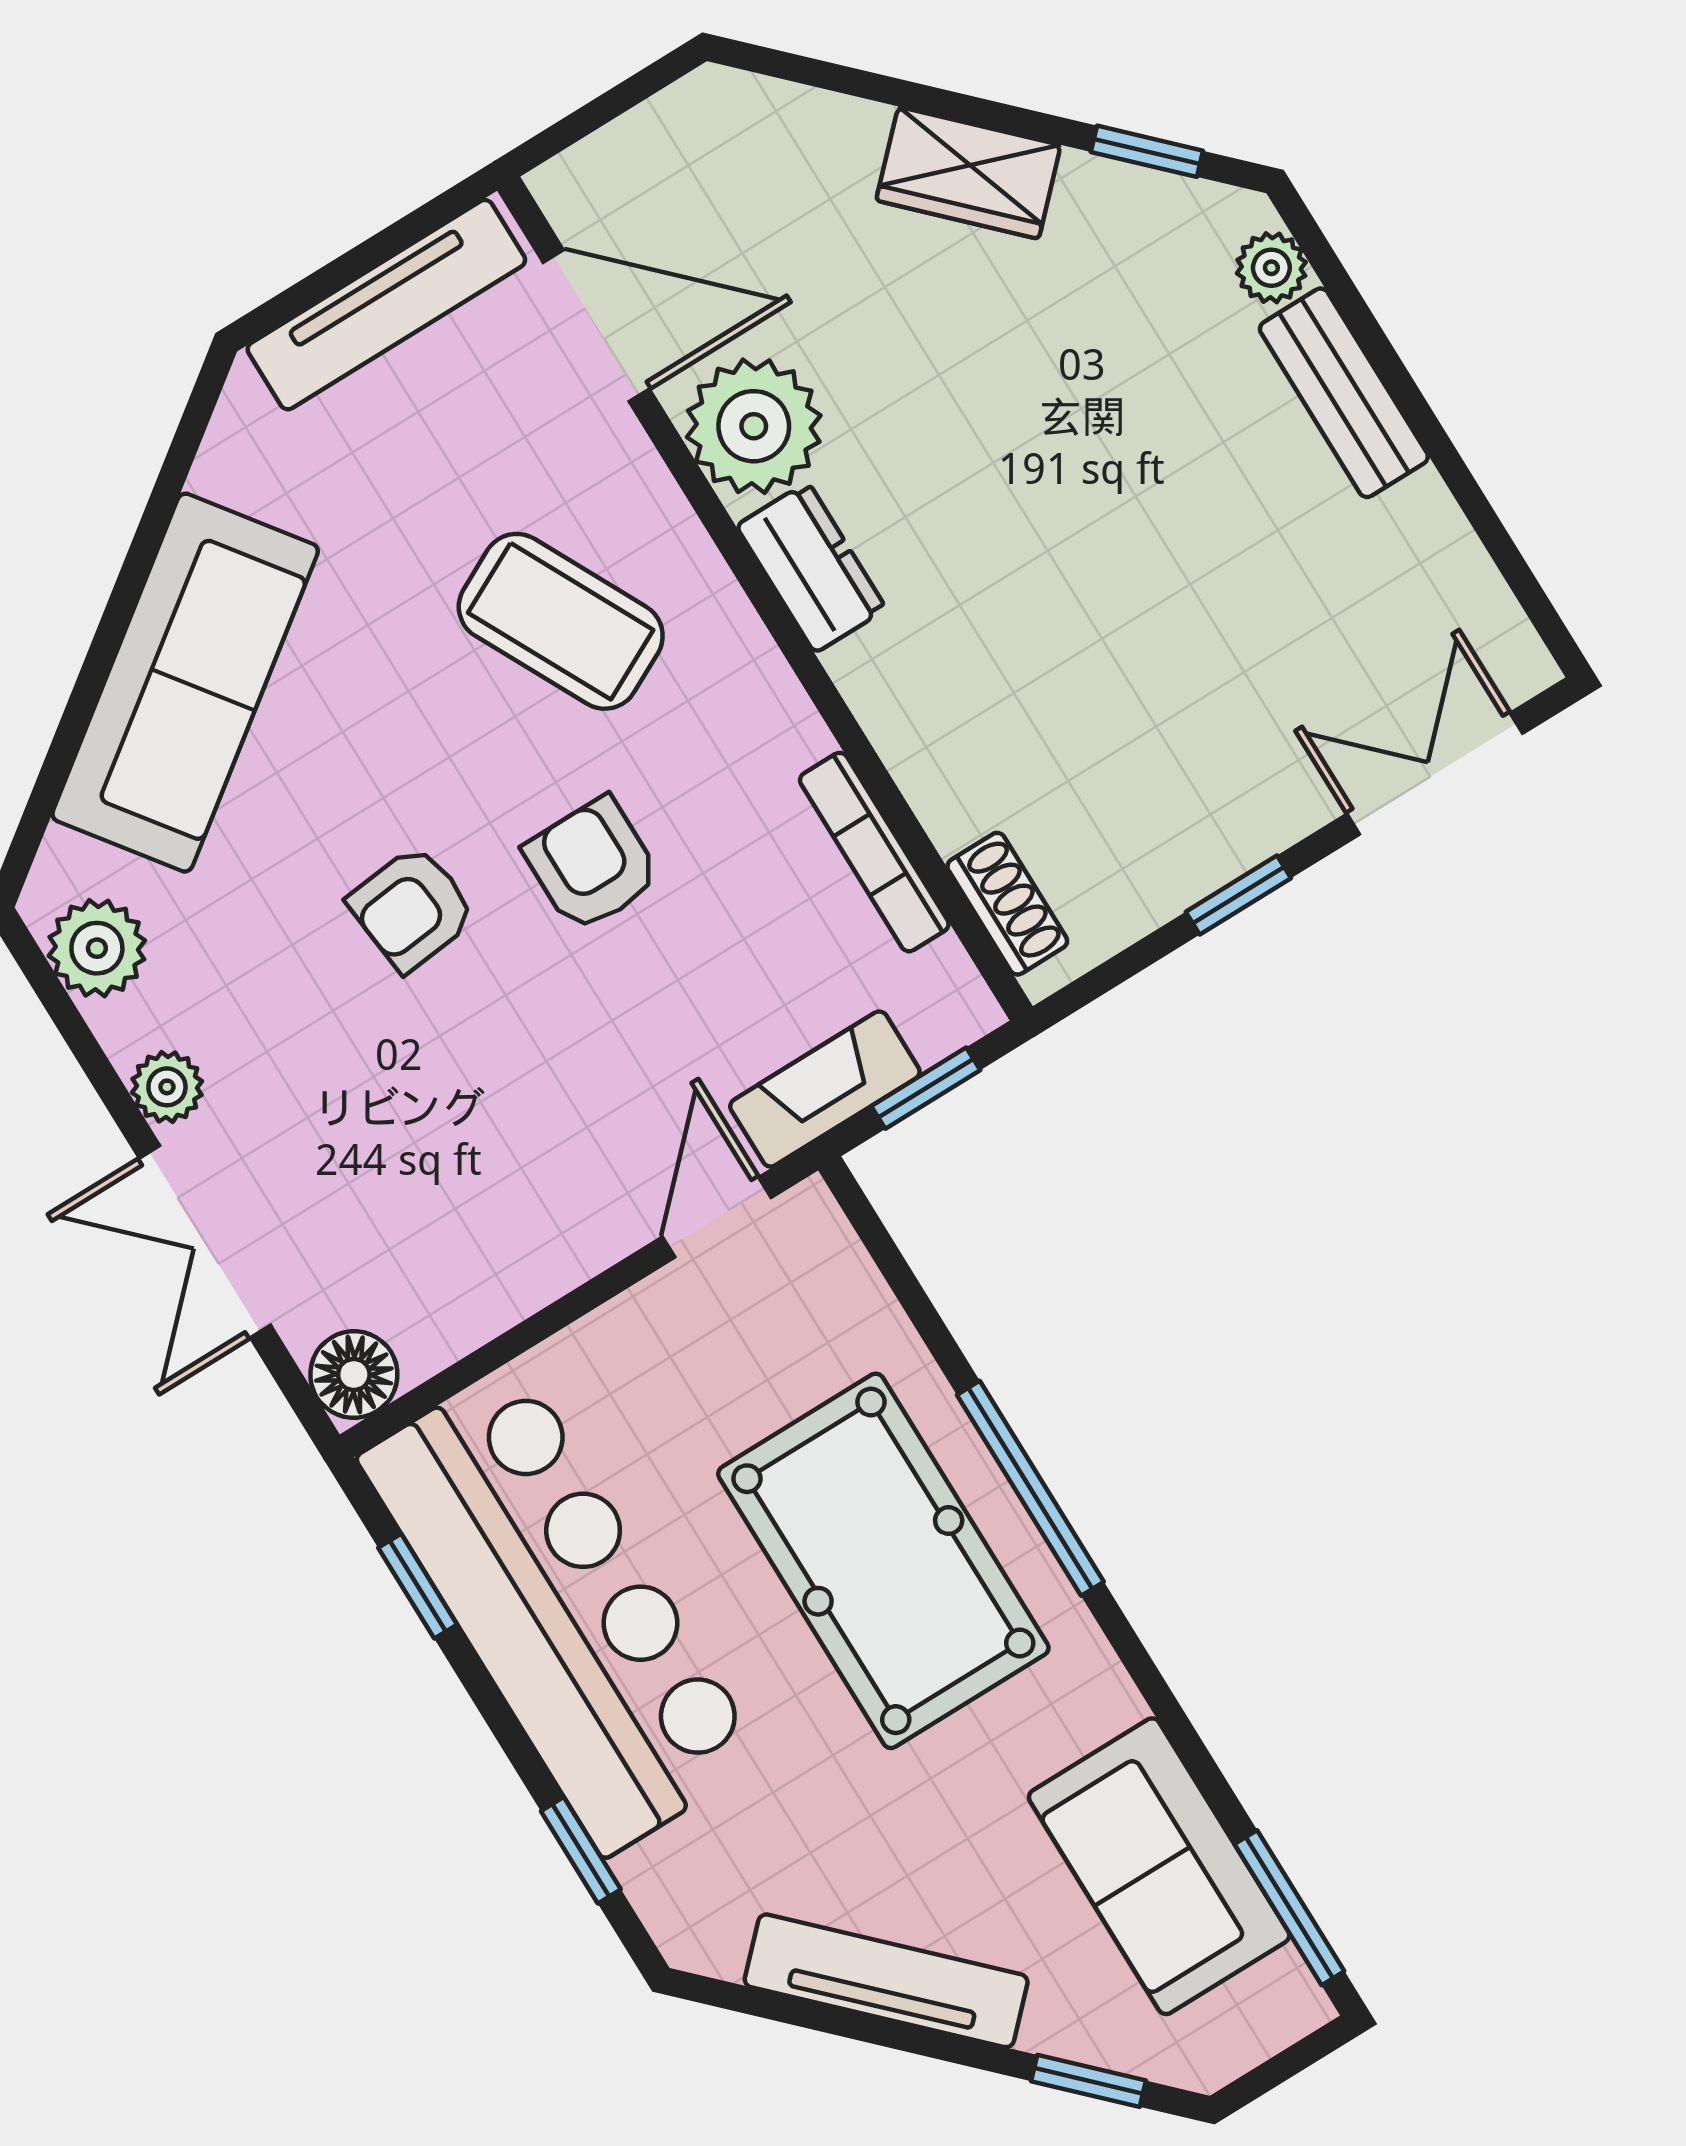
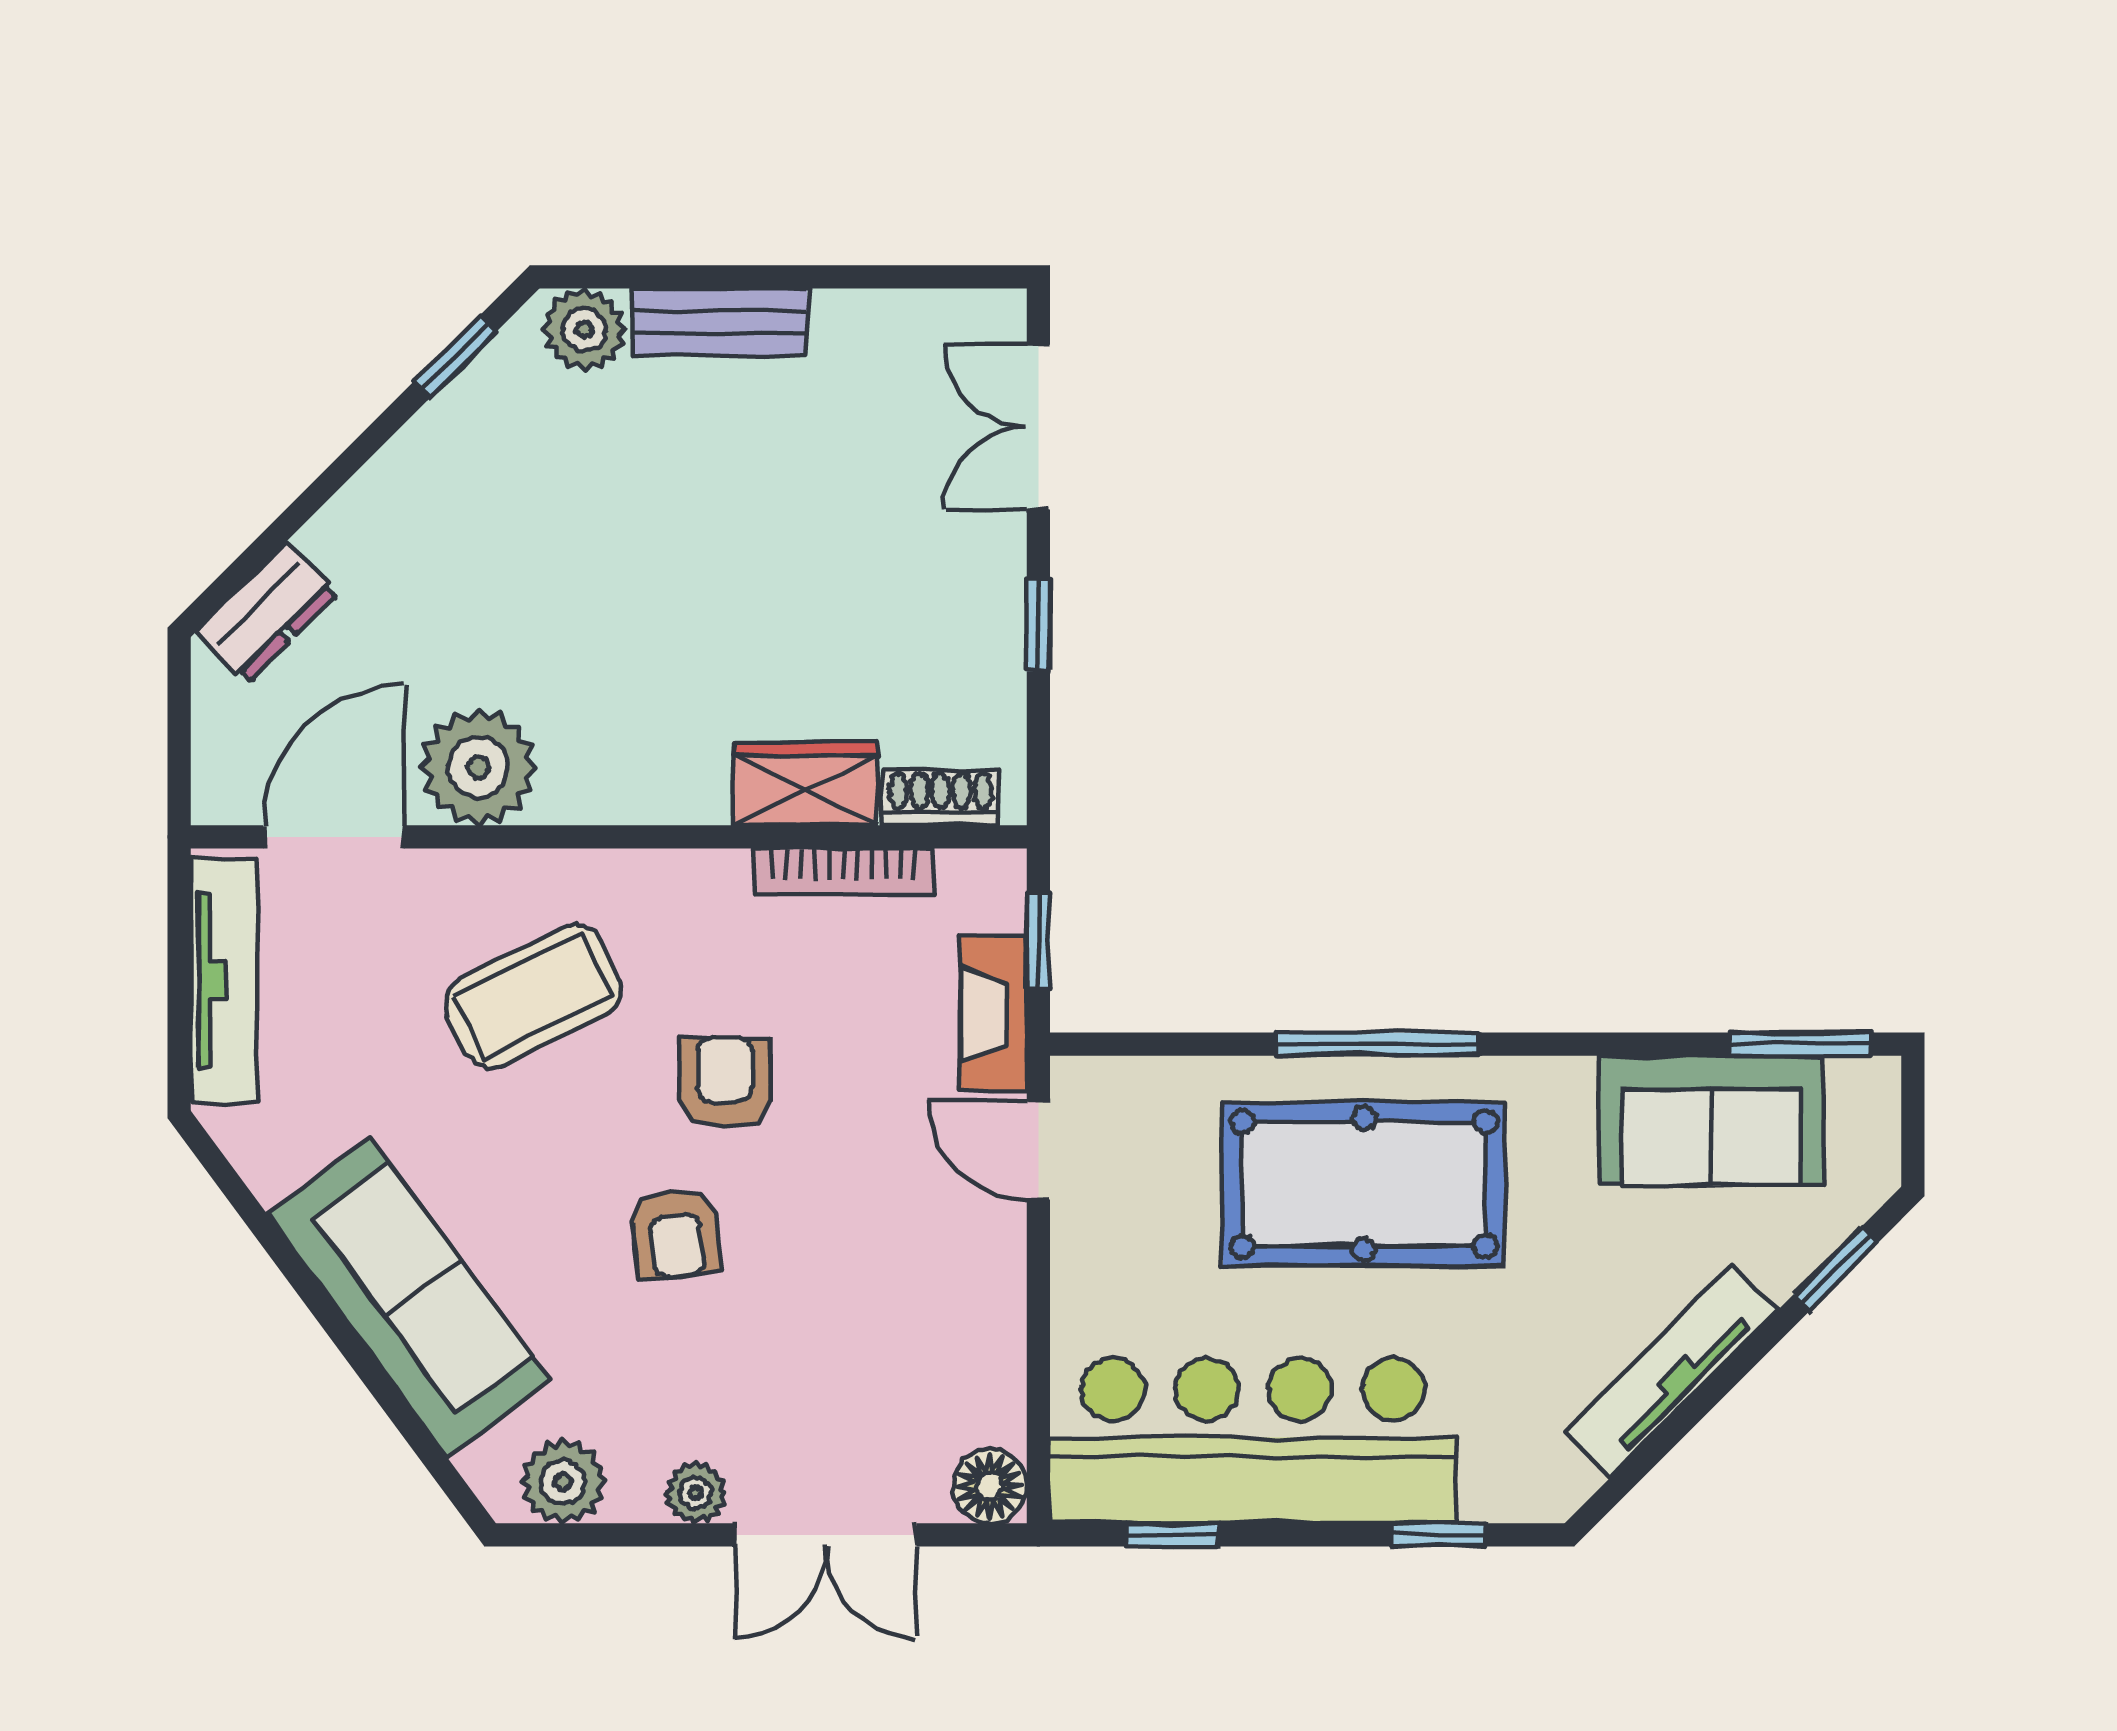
wardrobe: (968, 173) -> (805, 784), moved, turned -135
plant: (1271, 268) -> (584, 330), width x1.38, depth x1.38
dresser: (811, 567) -> (267, 612), moved, turned 135
armchair: (592, 864) -> (725, 1083), turned 90

